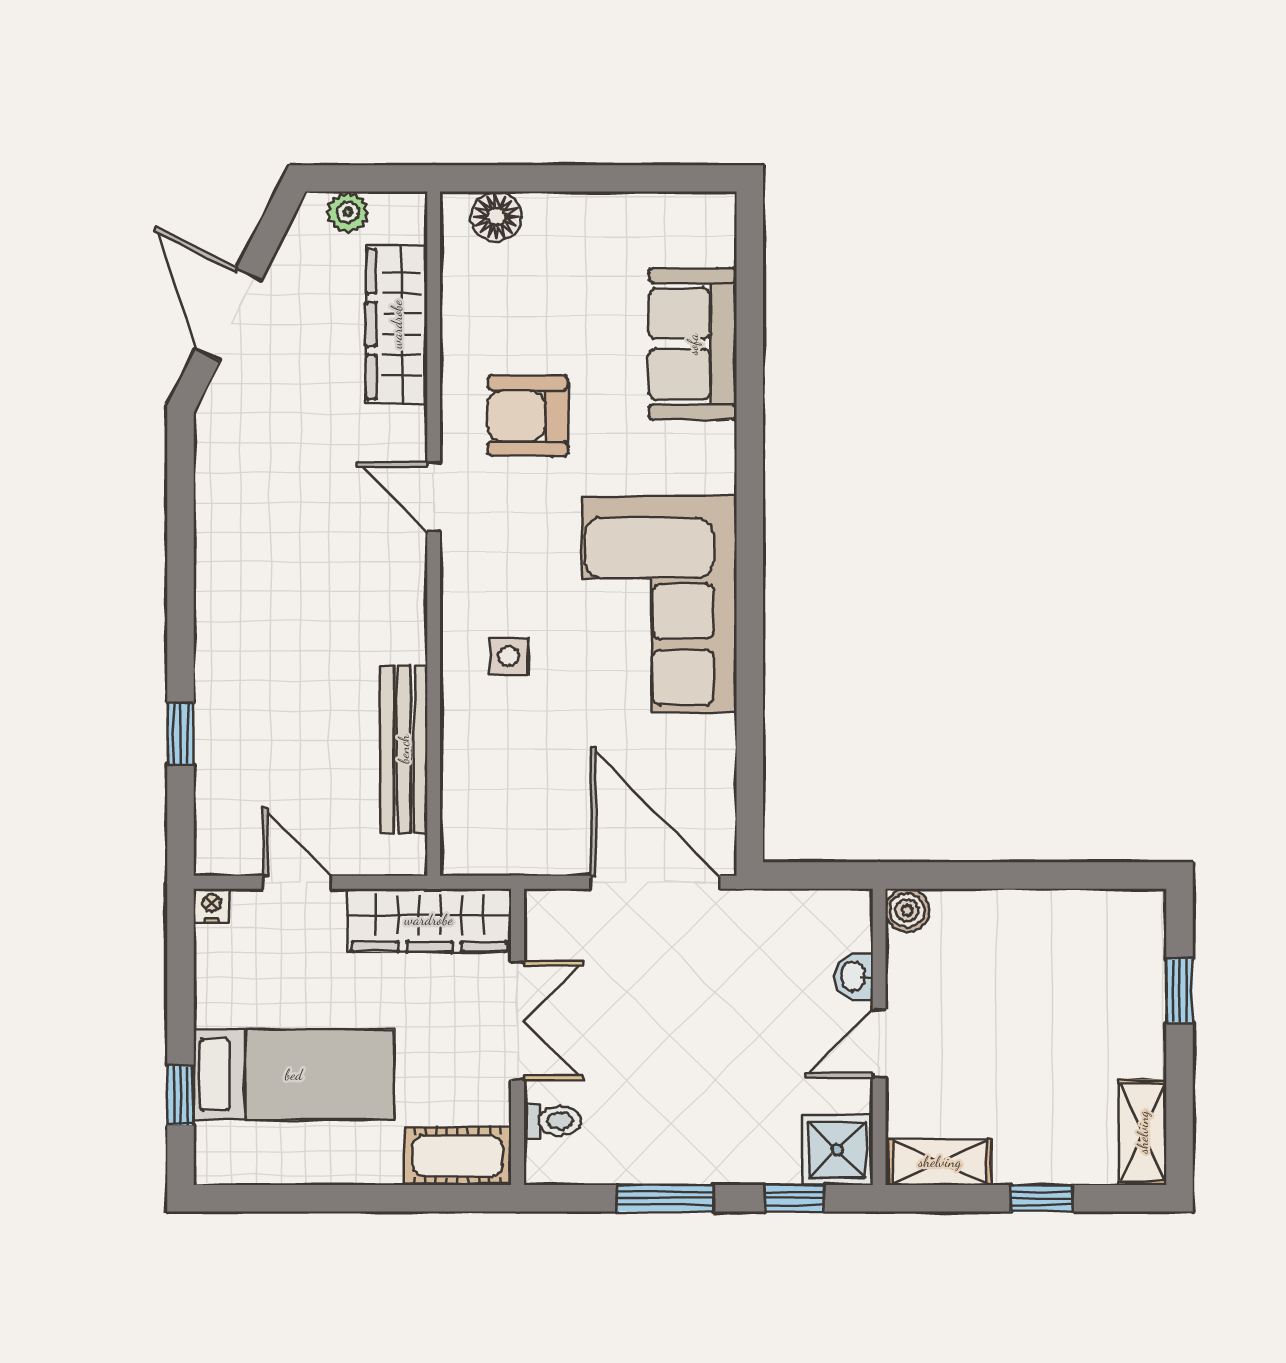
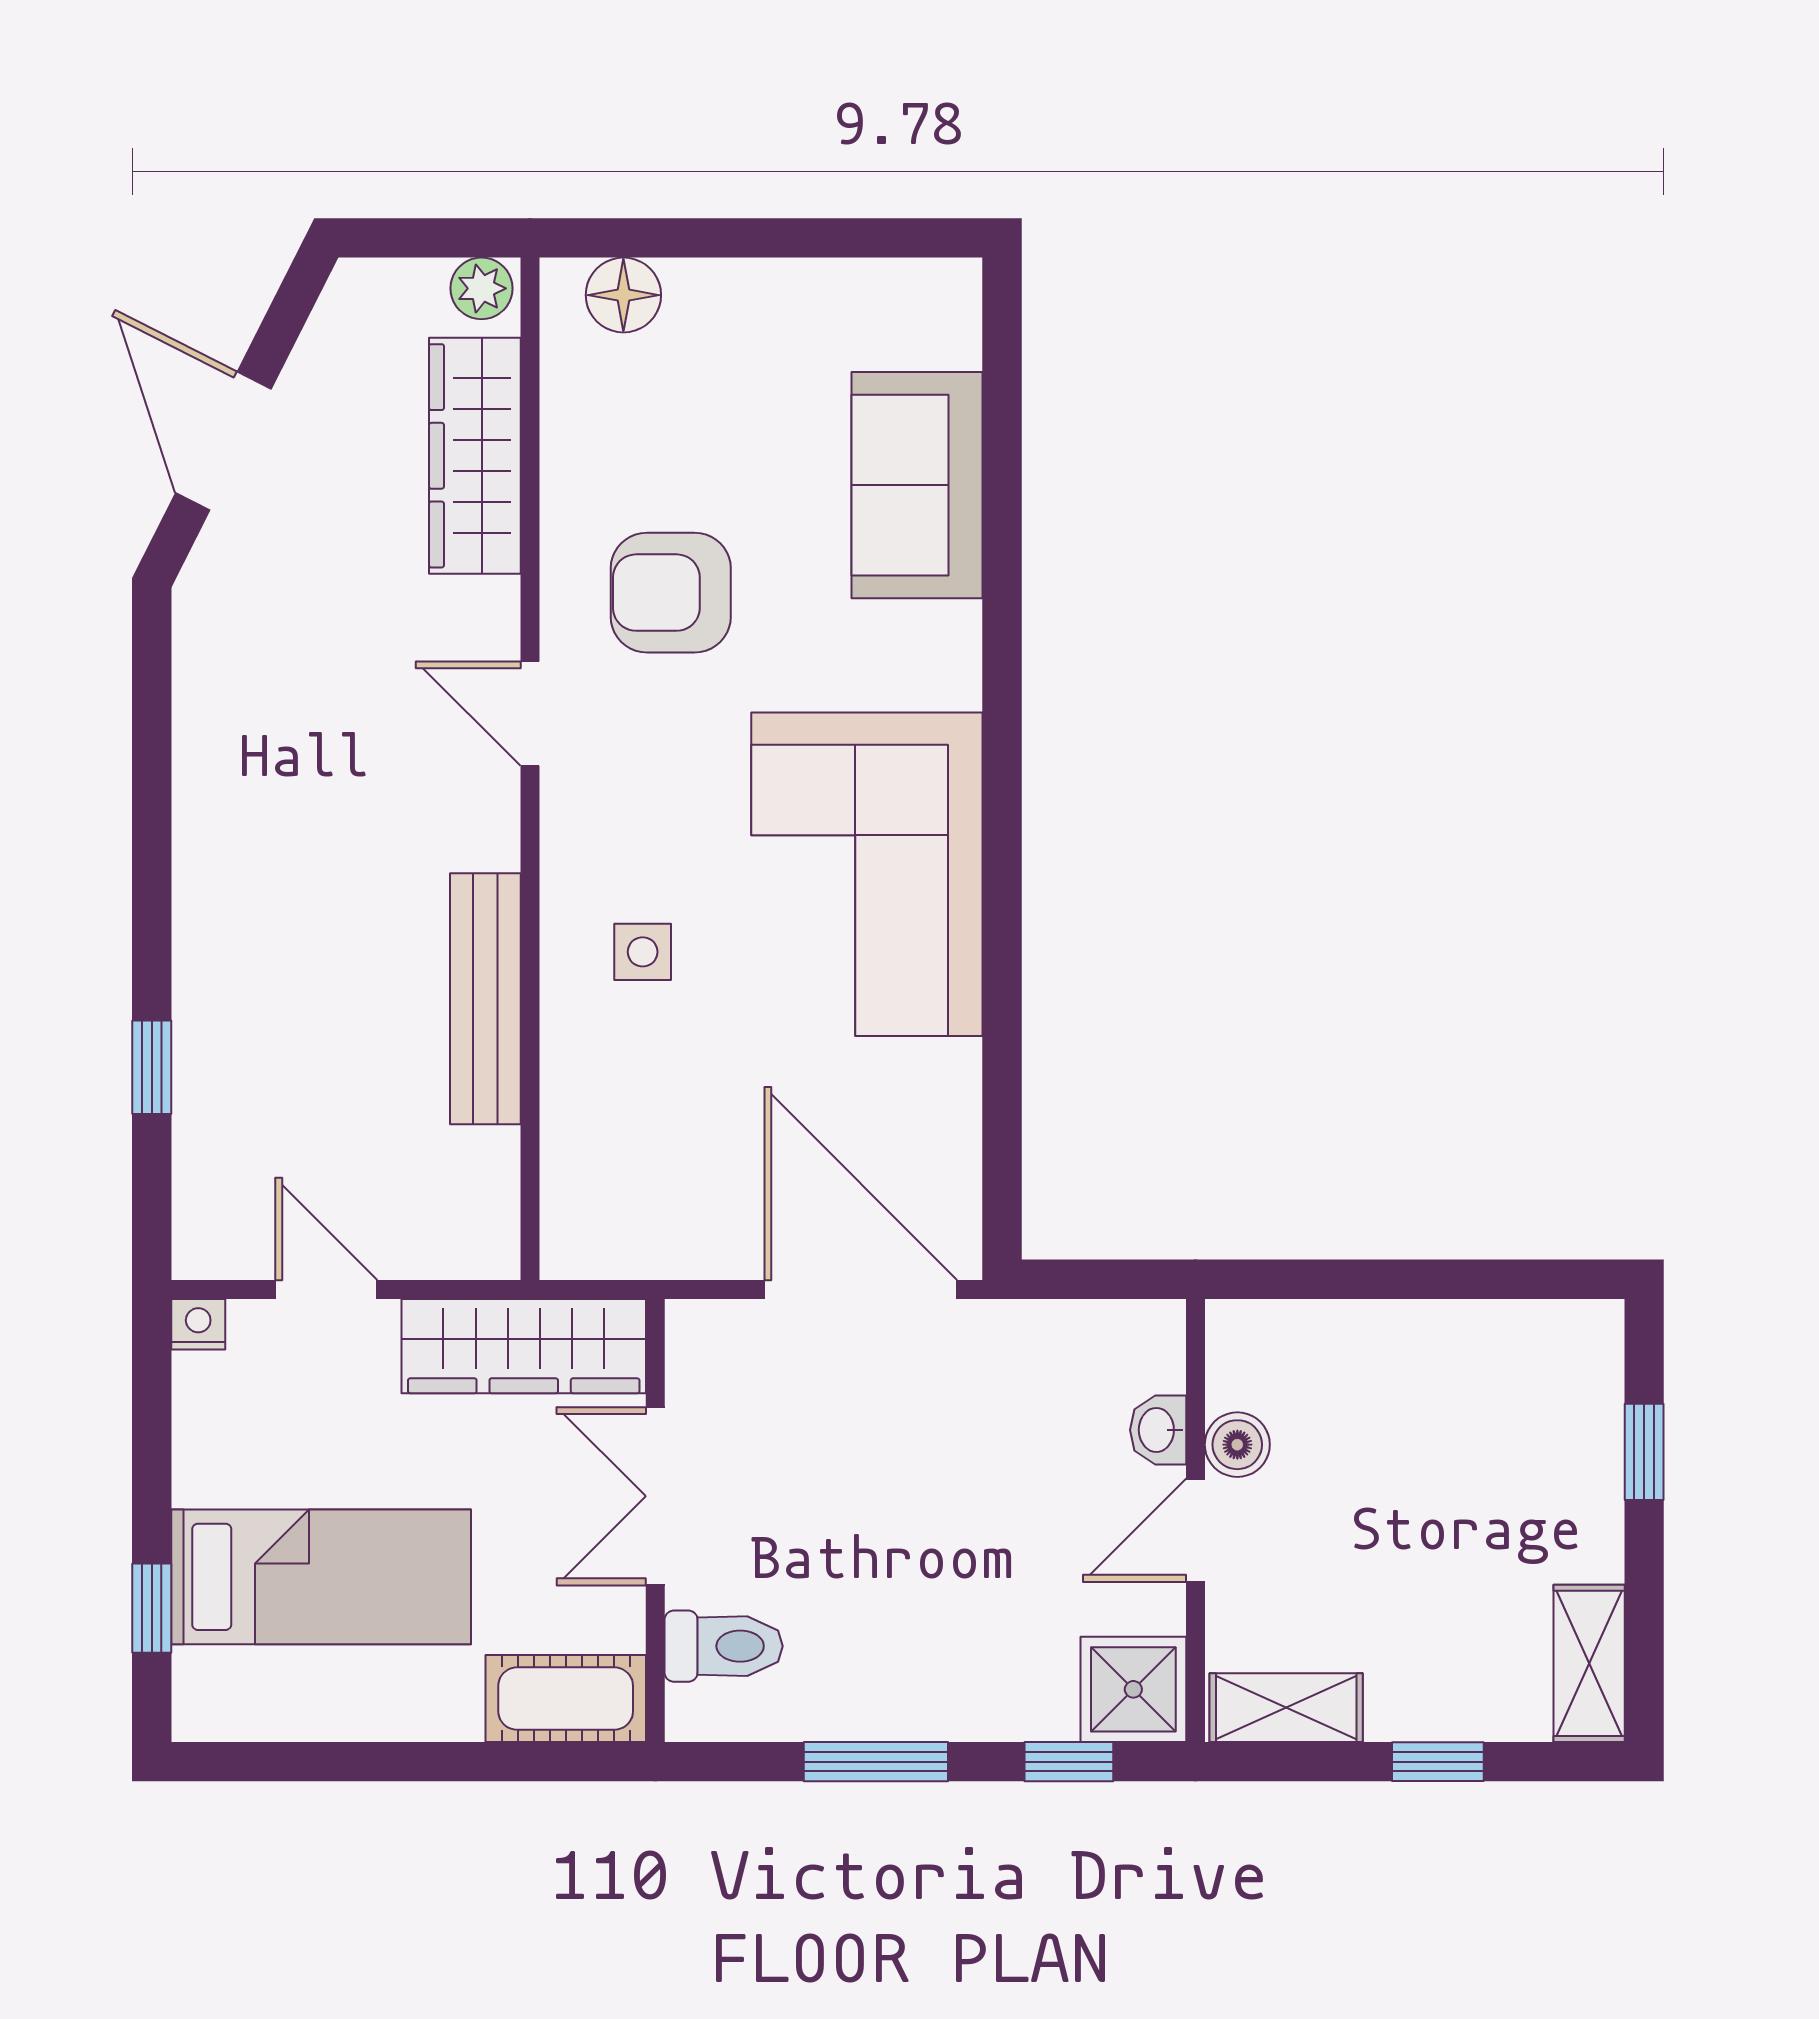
plant: (348, 212) -> (481, 288), moved
bench: (404, 749) -> (485, 999), moved
boiler: (907, 910) -> (1237, 1445), moved
double door: (517, 1021) -> (655, 1496), swing flipped
toilet: (552, 1121) -> (724, 1646), width x1.37, depth x1.39

